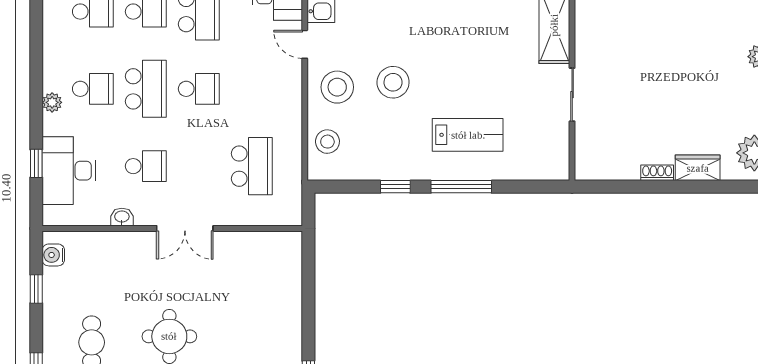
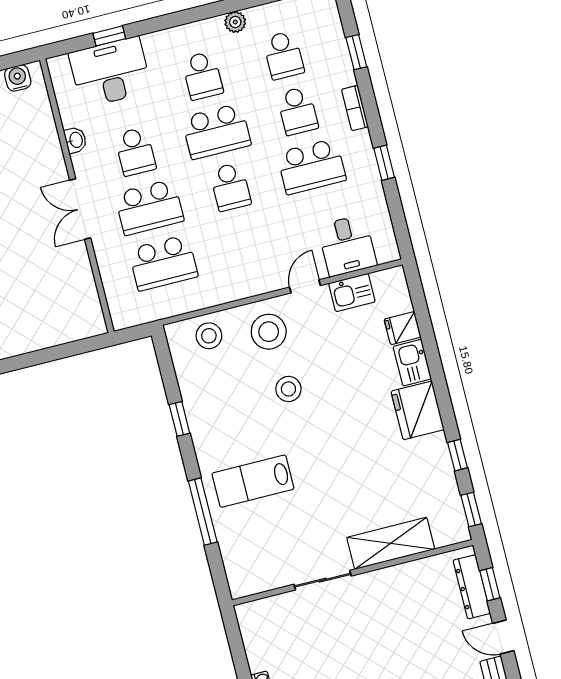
stool: (393, 82) -> (288, 389), width x0.73, depth x0.73
plant: (52, 102) -> (235, 22), moved
lab bench: (468, 135) -> (253, 481), turned 90
school desk: (199, 166) -> (149, 207), added
window: (461, 187) -> (203, 512), moved

